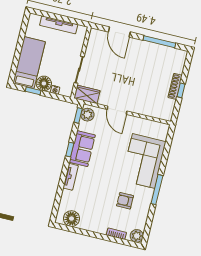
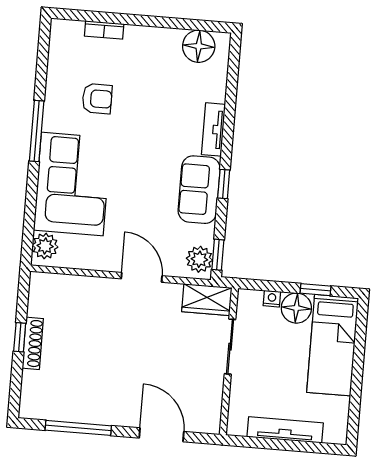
plant: (137, 236) -> (45, 246), moved

